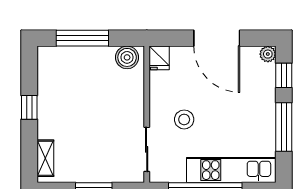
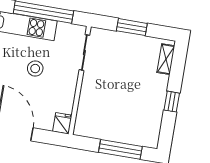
boiler: (127, 57) -> (88, 128), removed
stool: (184, 119) -> (35, 69), moved

